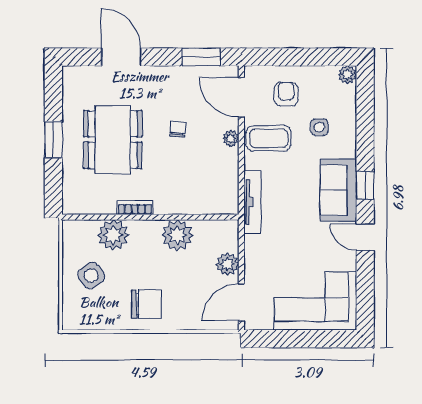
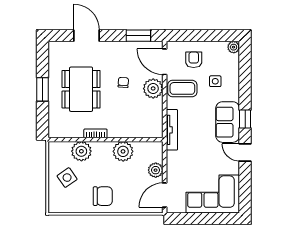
plant: (231, 138) -> (153, 88), width x1.88, depth x1.88

